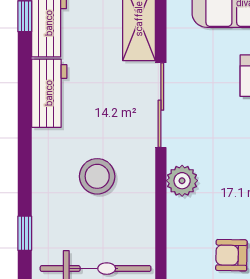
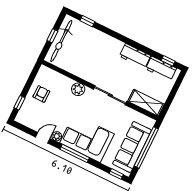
stool: (97, 176) -> (95, 58), removed

